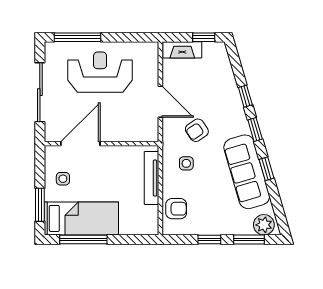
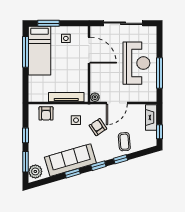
window: (78, 37) -> (160, 73), moved
coffee table: (219, 90) -> (124, 142), added
plant: (152, 135) -> (95, 97), added

